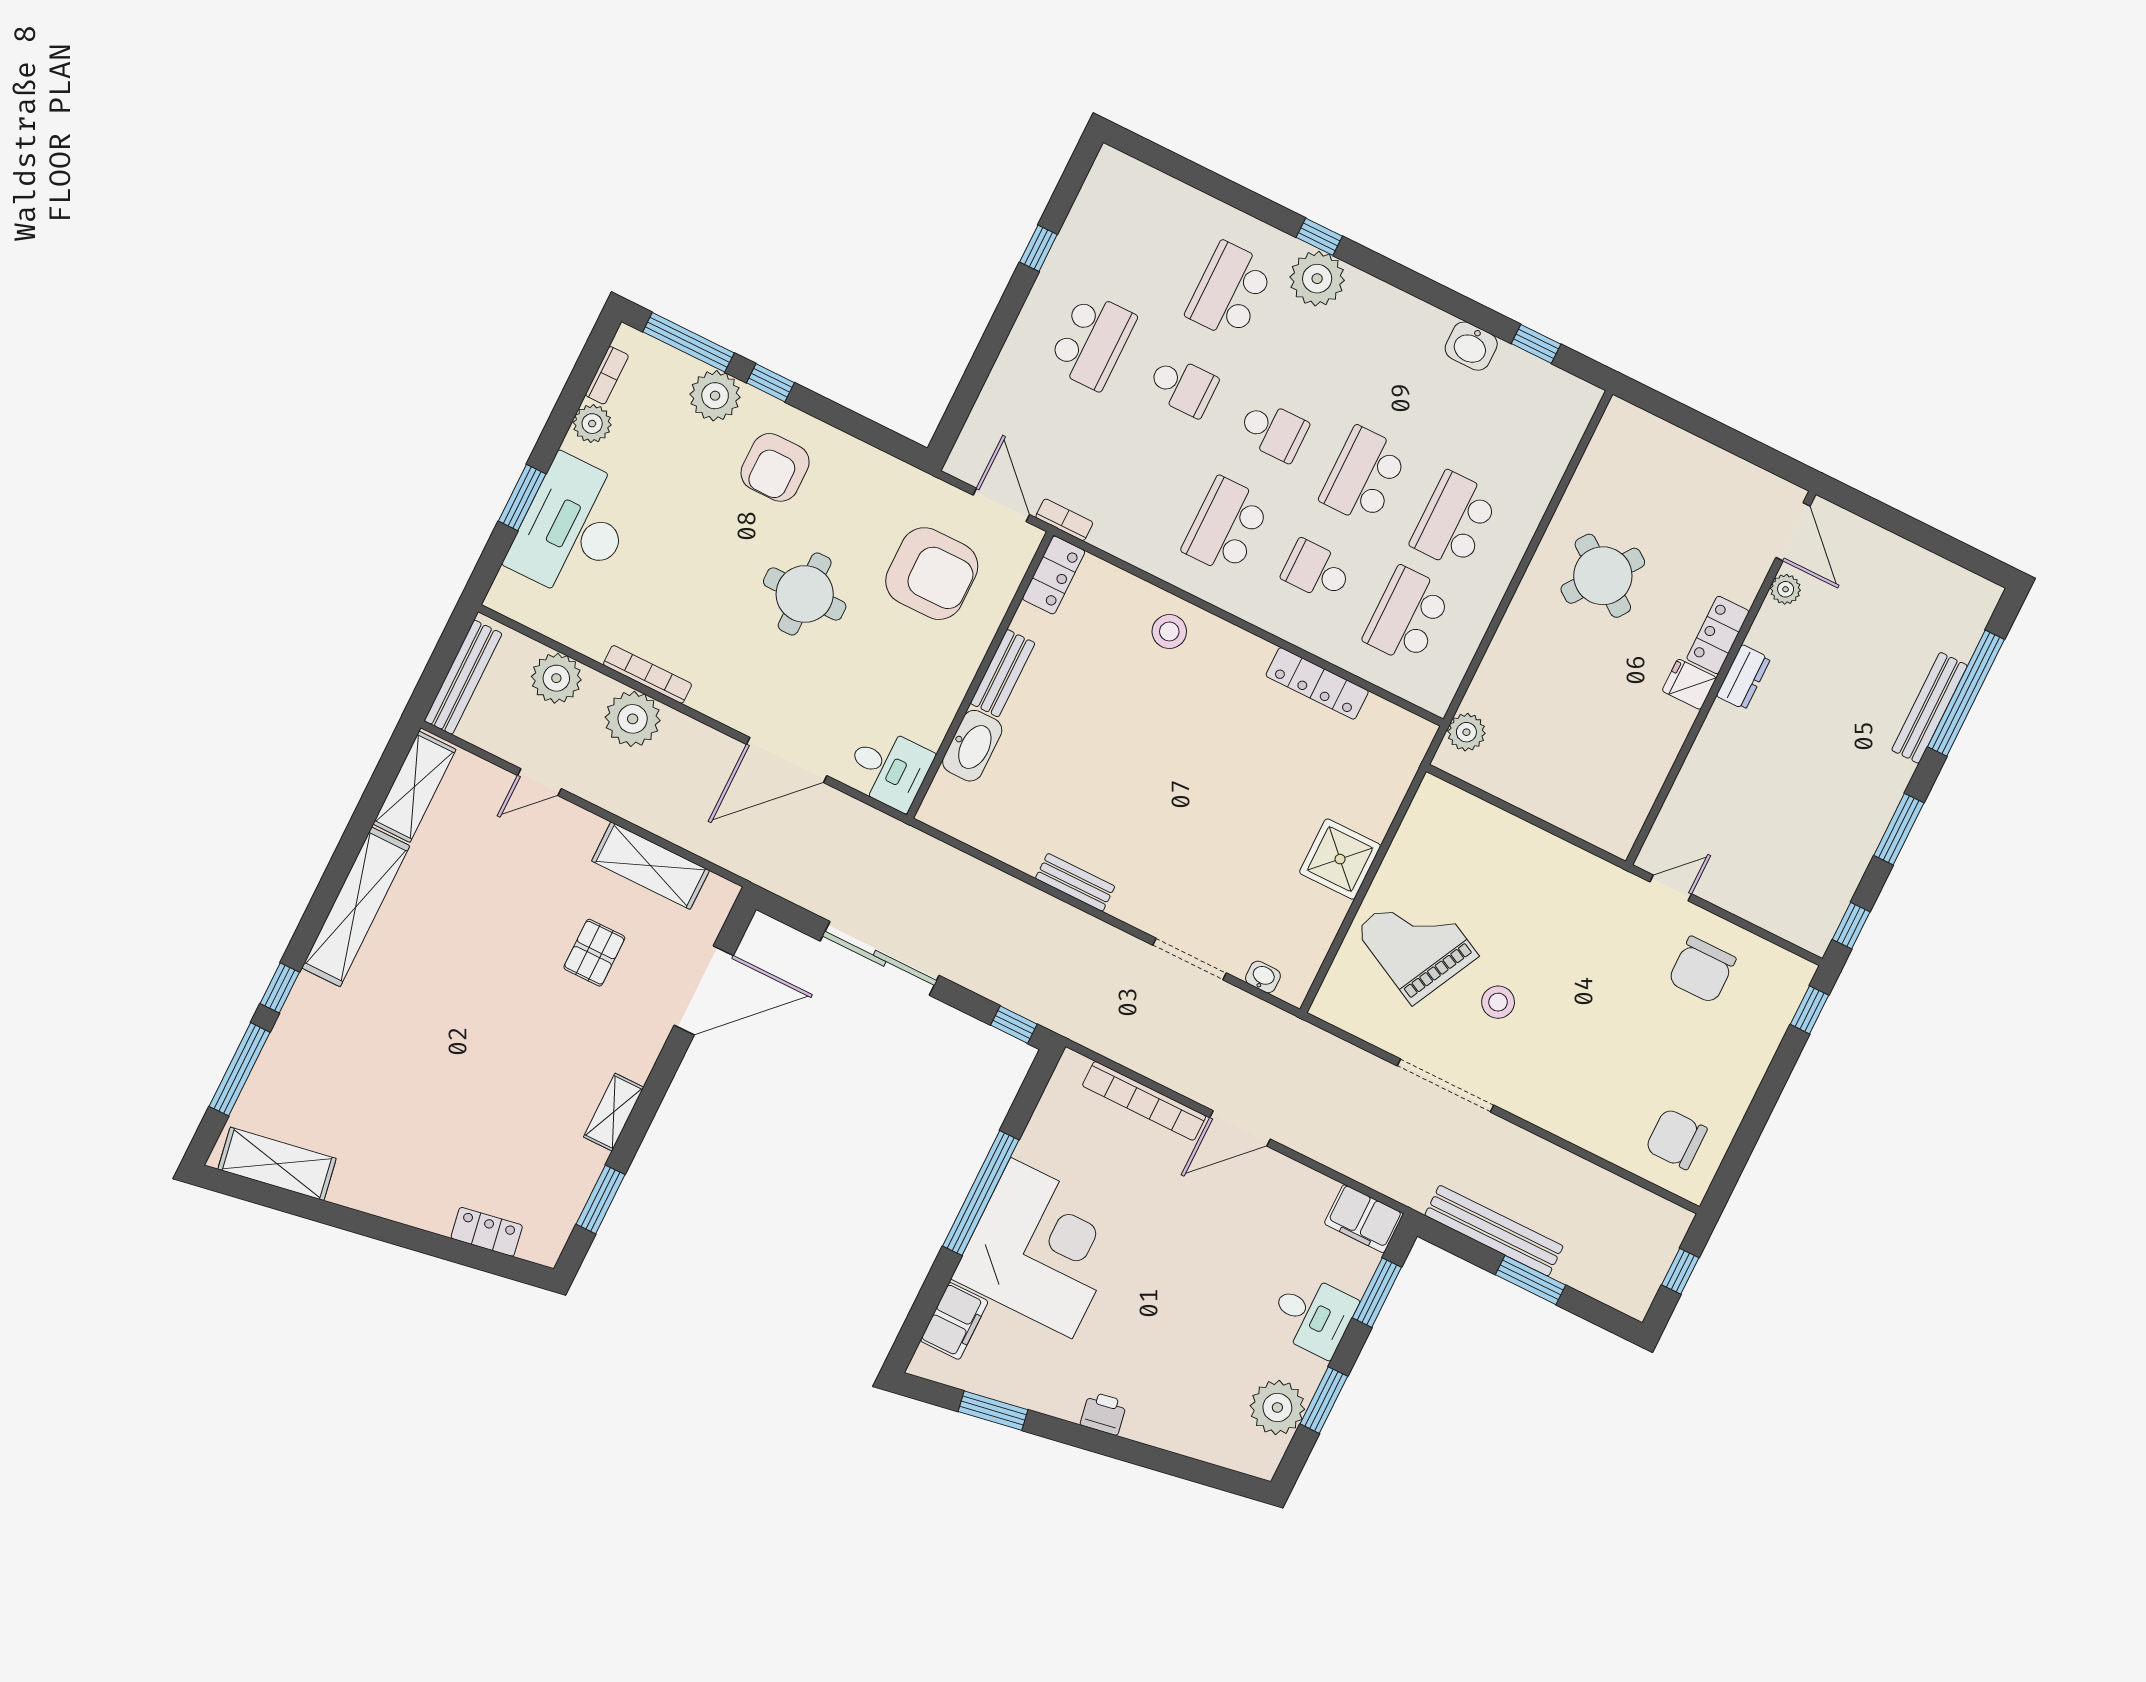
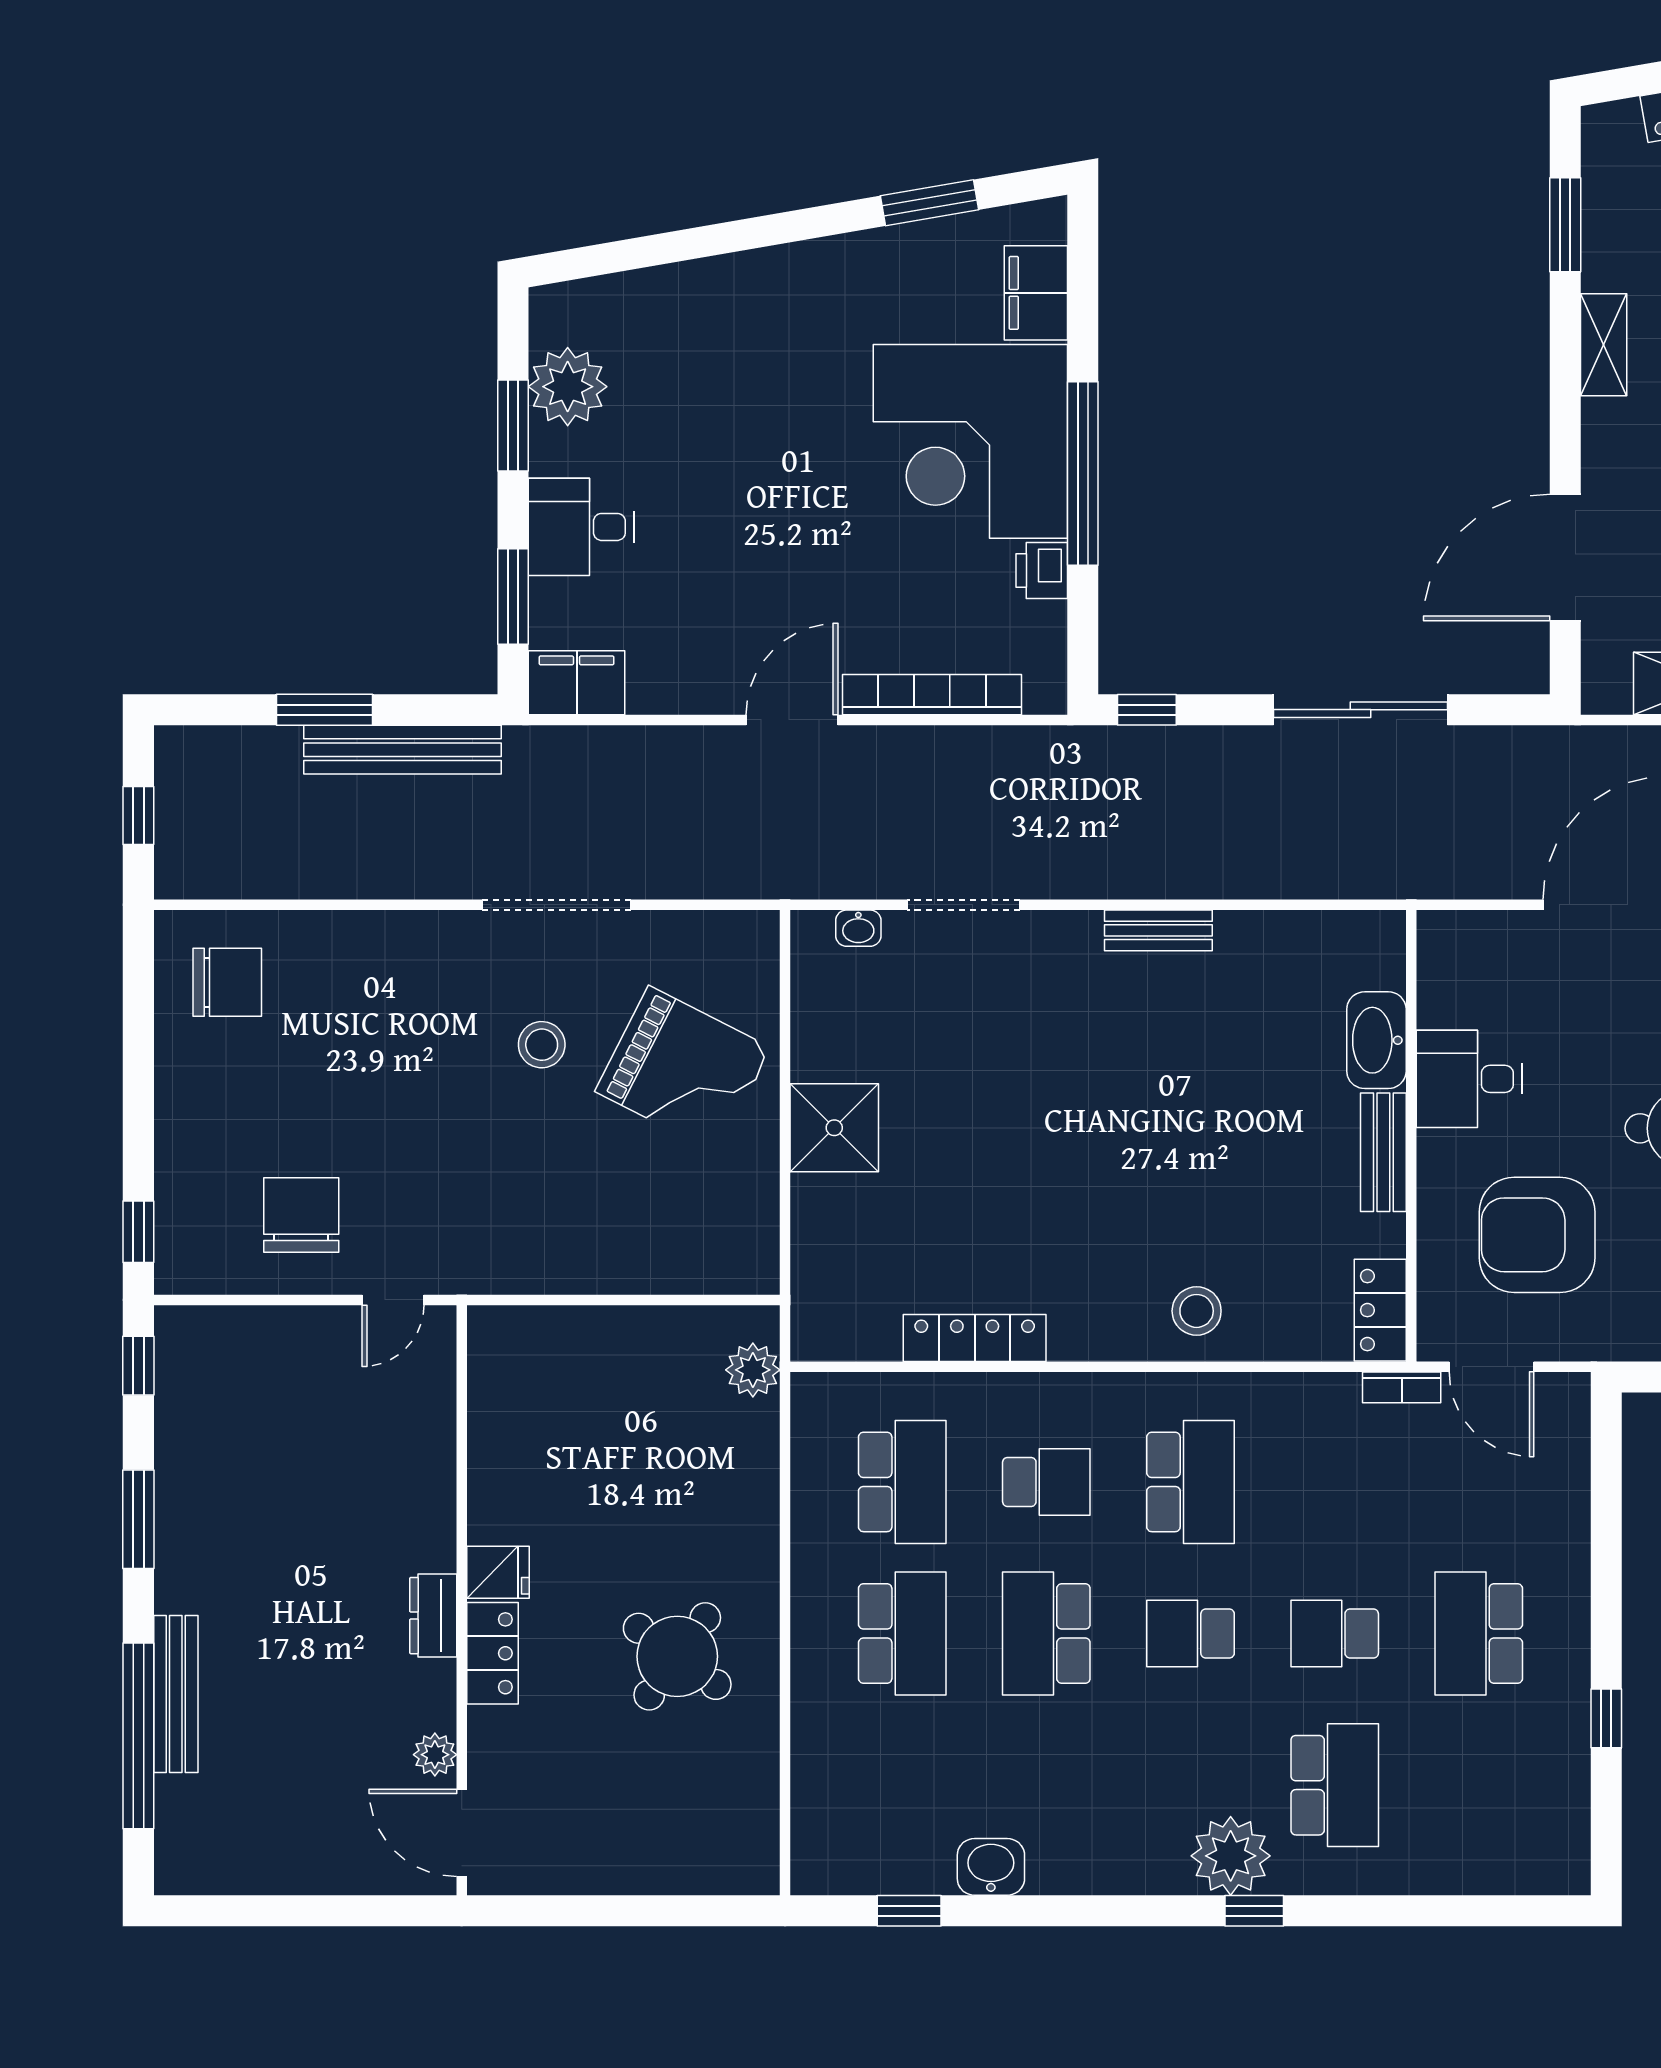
school desk: (1364, 475) -> (1046, 1634), turned 180
desk: (889, 768) -> (1469, 1079), moved
printer: (1103, 1413) -> (1042, 571), moved, turned 100

